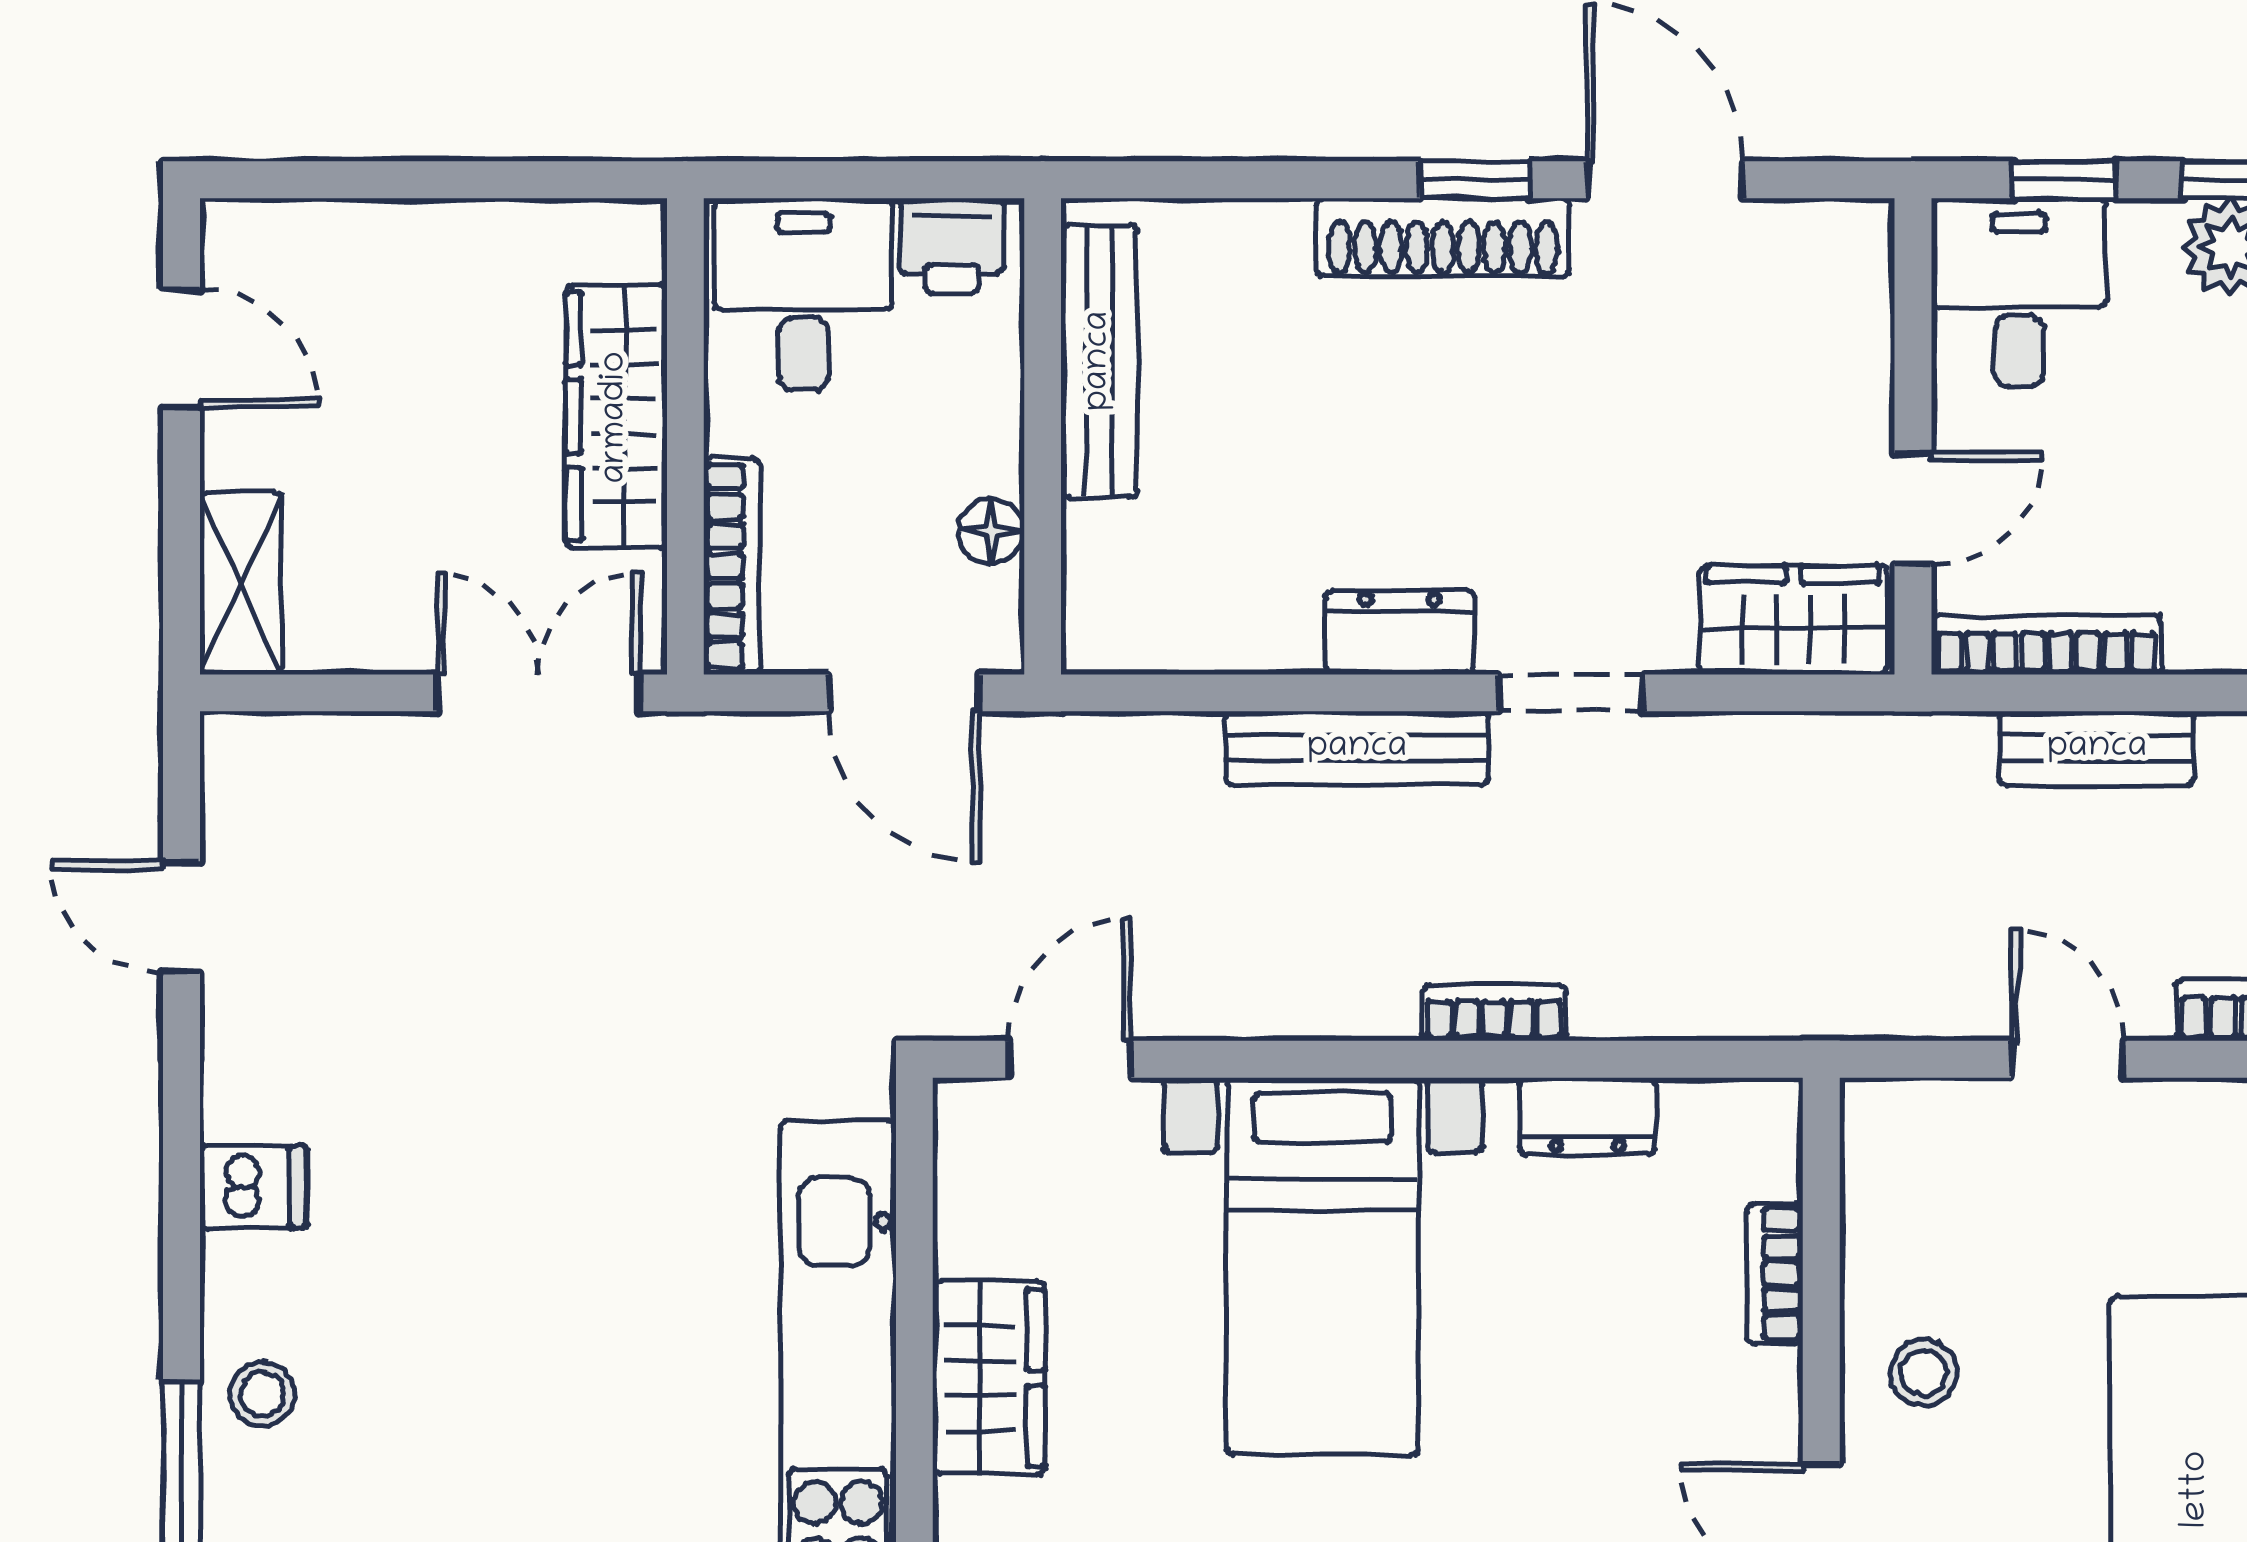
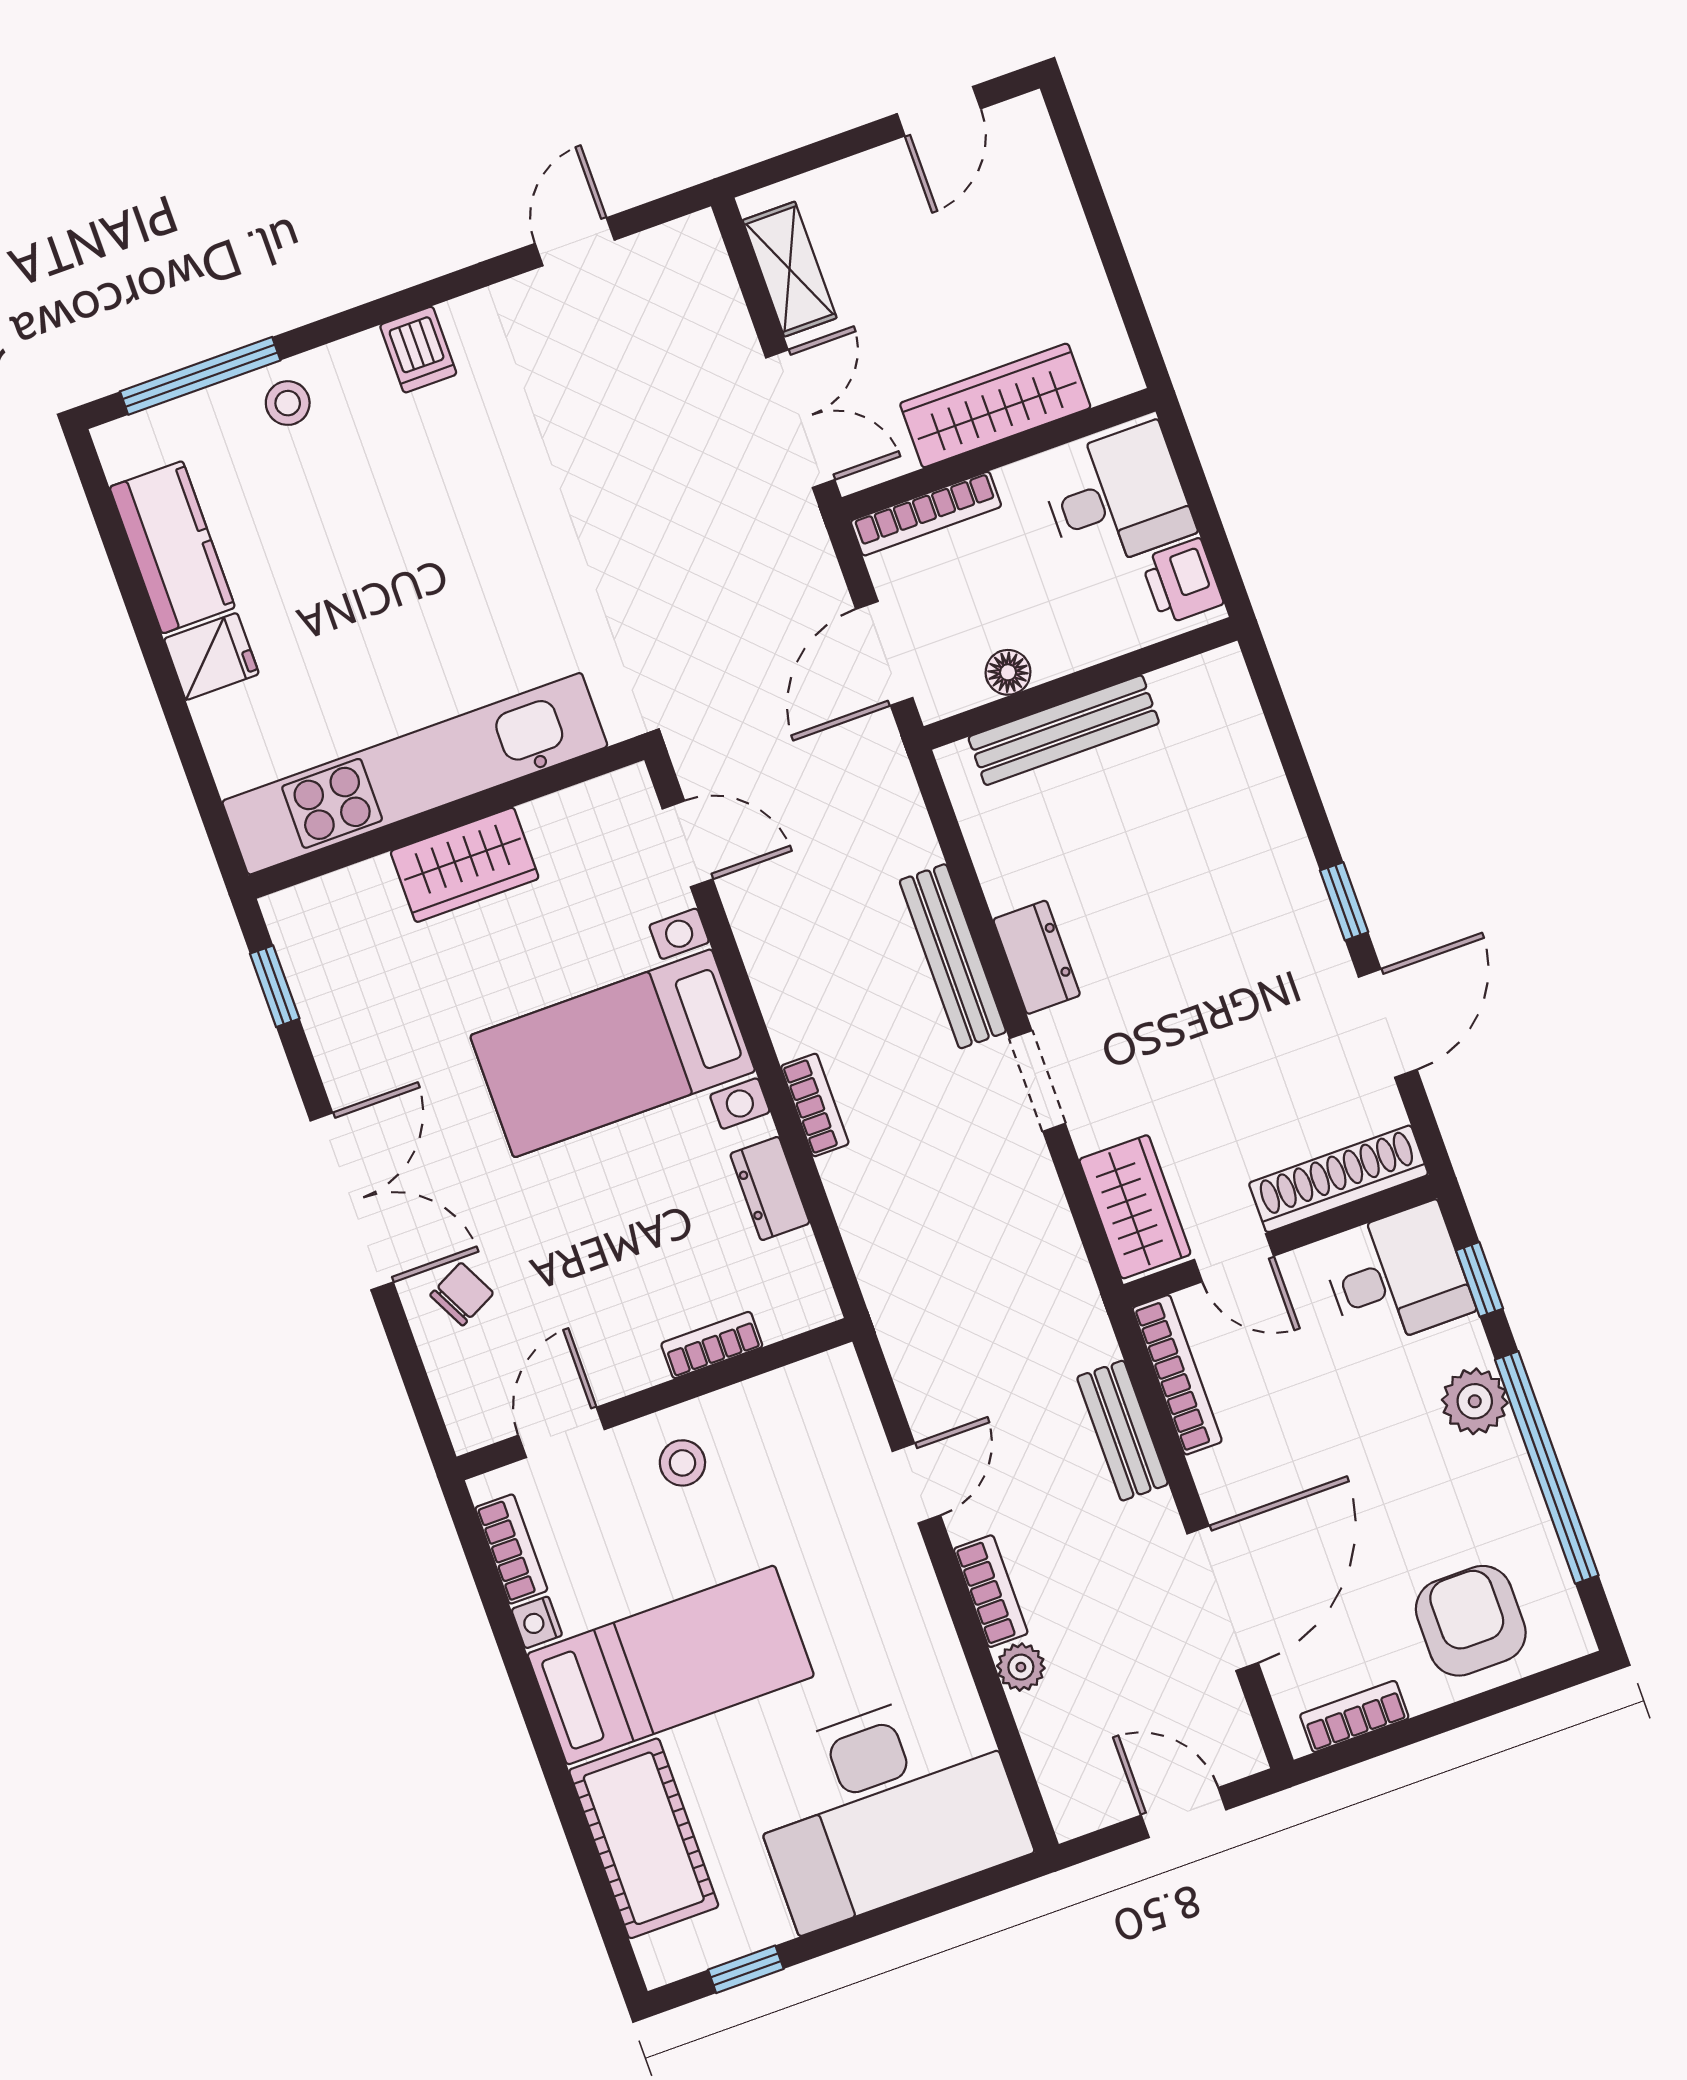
shoe rack: (1443, 237) -> (1339, 1179), moved, turned 90
bench: (1099, 361) -> (1064, 730), moved
shelving: (241, 583) -> (790, 269), moved, turned 90

